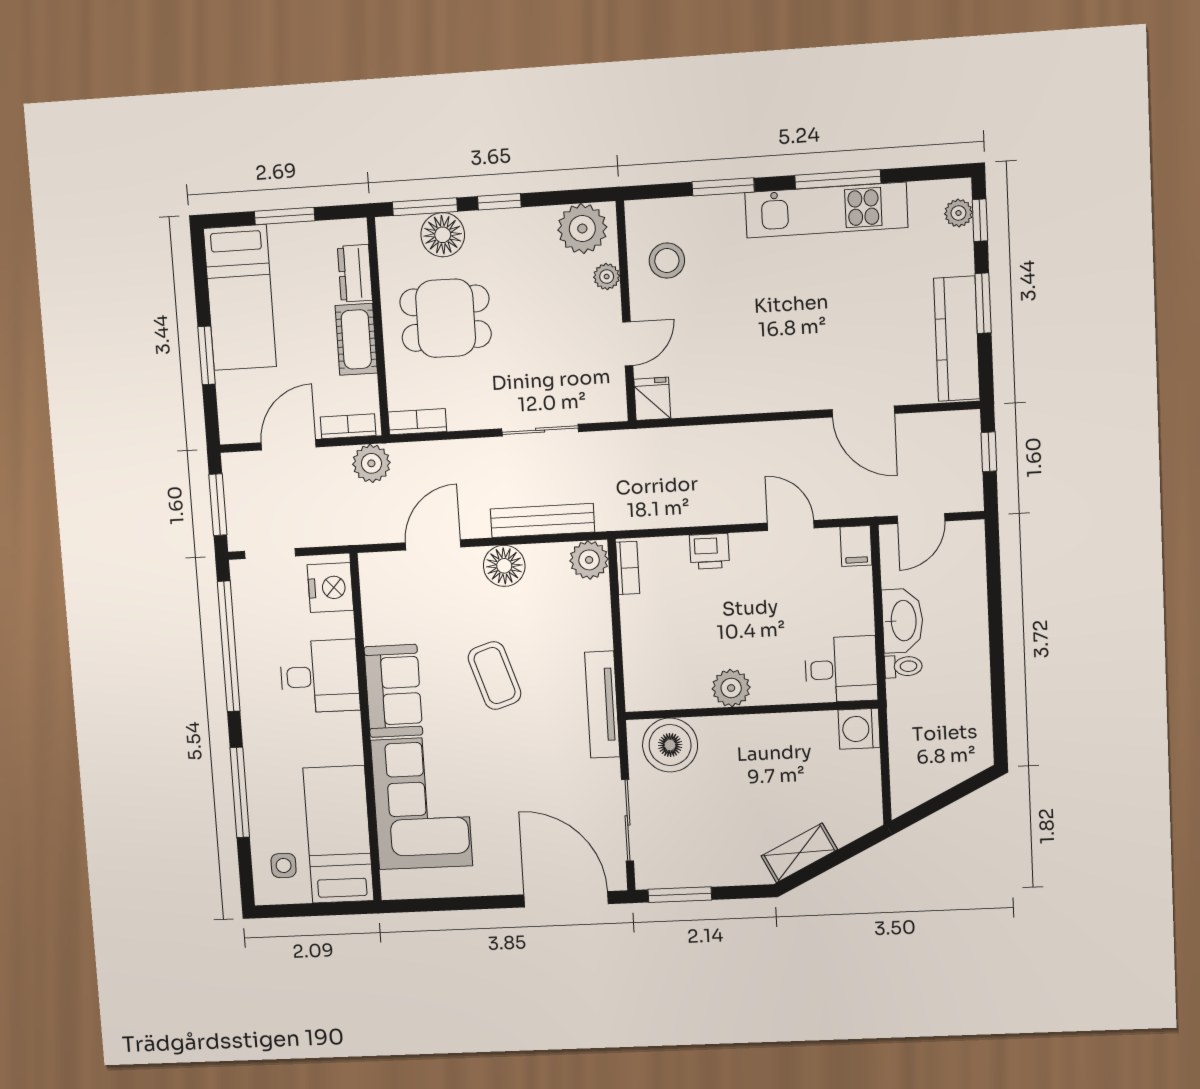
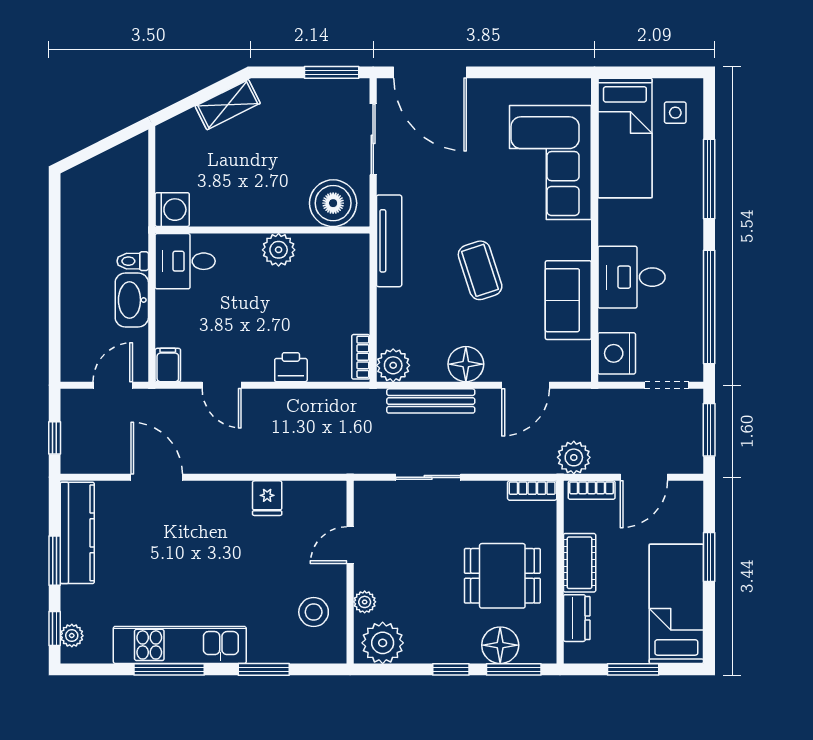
fridge: (652, 399) -> (267, 498), moved
sofa: (393, 691) -> (568, 300), moved

